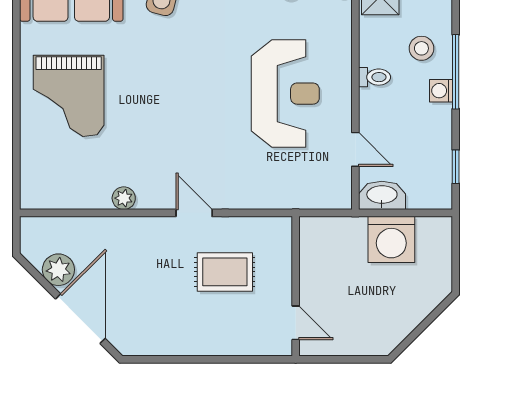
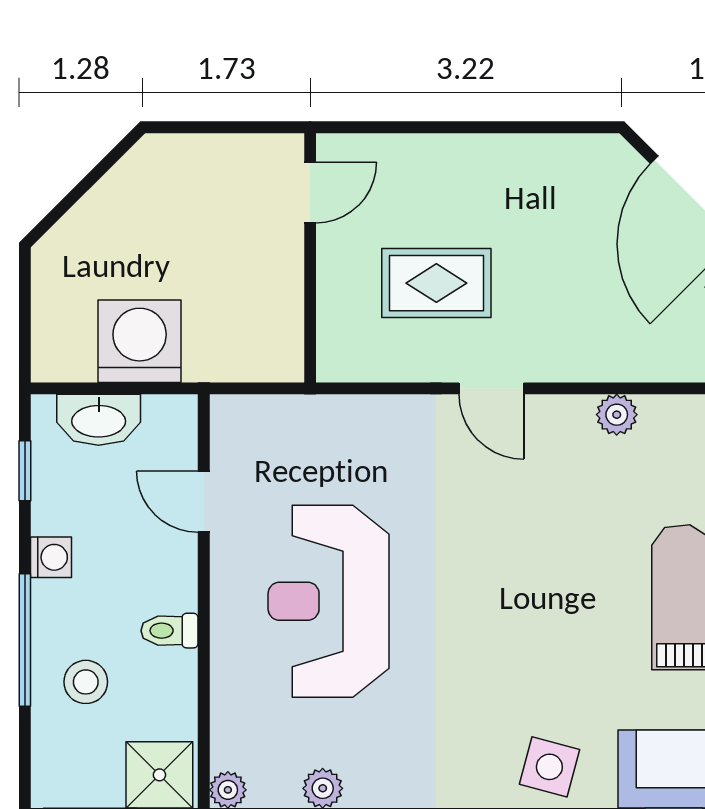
washing machine: (441, 91) -> (51, 557), moved
washbasin: (382, 195) -> (99, 420), moved
door: (296, 323) -> (310, 192), swing flipped

